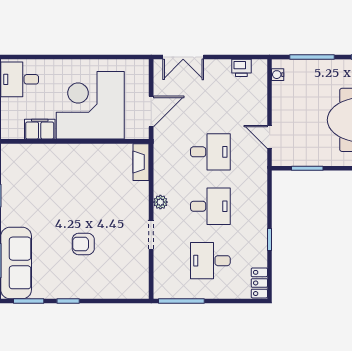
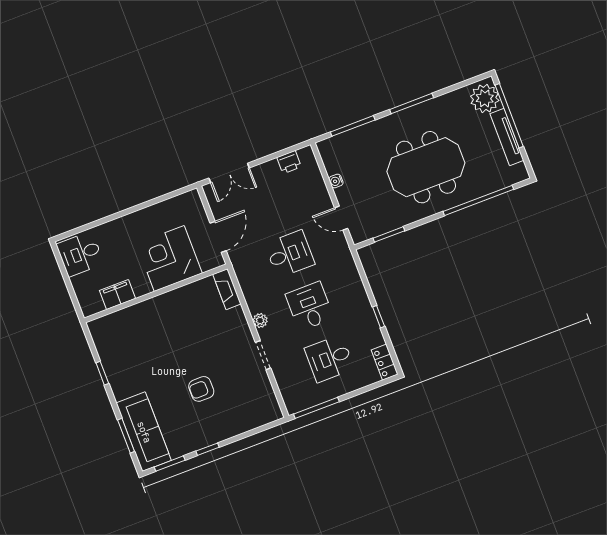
water cooler: (278, 75) -> (336, 181), moved
corner desk: (90, 105) -> (169, 258), width x0.74, depth x0.74
desk: (210, 206) -> (310, 306), turned -90

